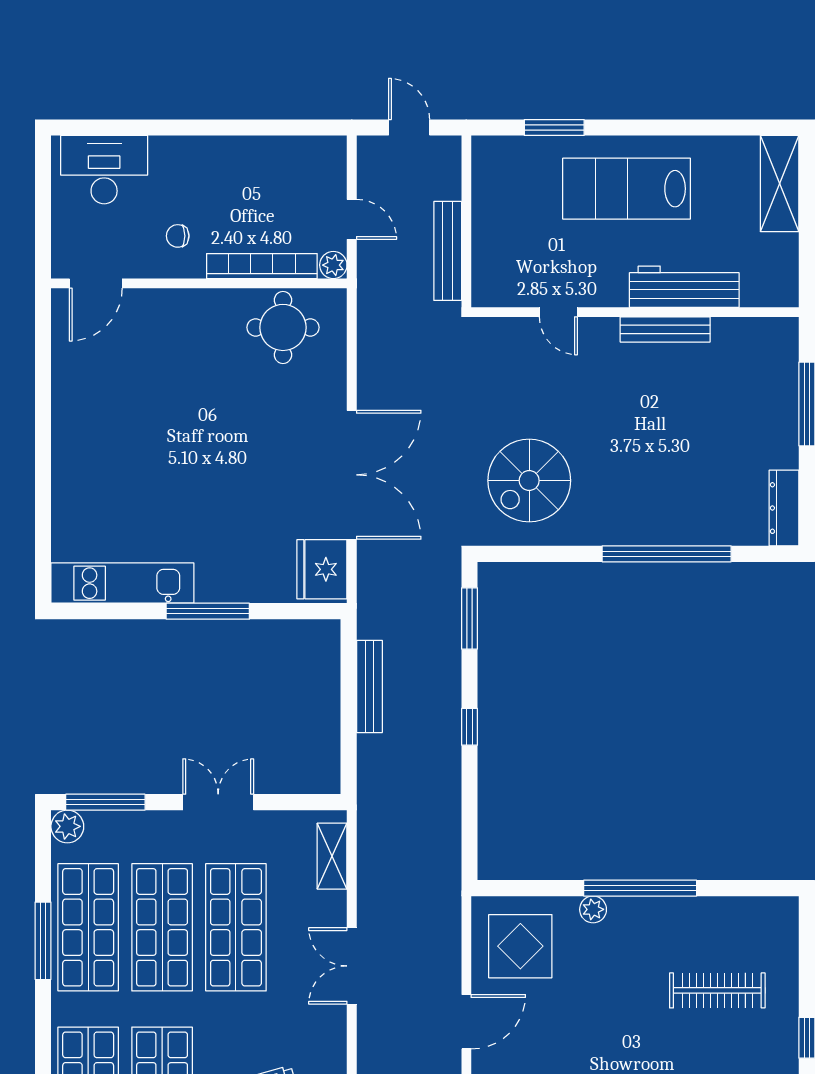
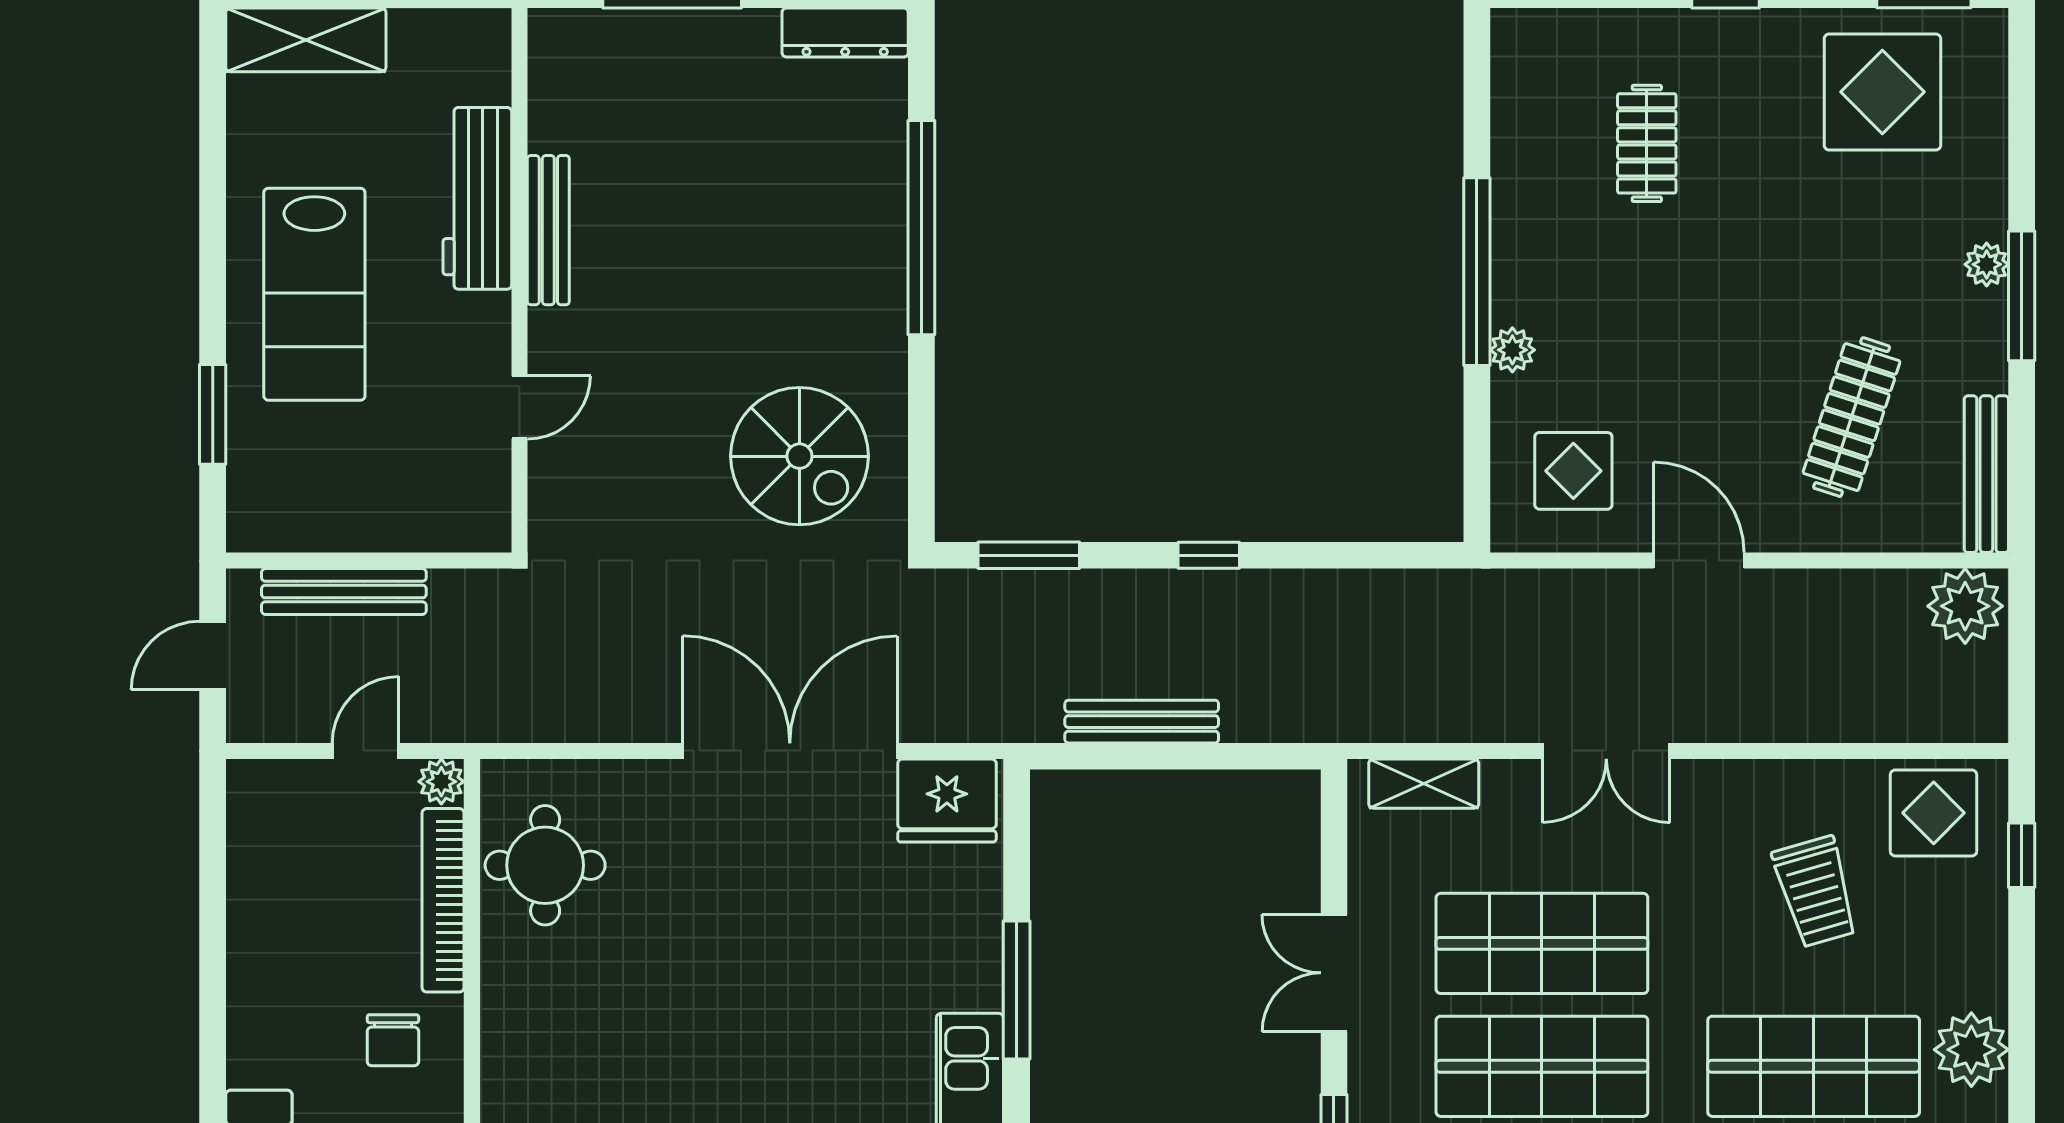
chair: (178, 236) -> (393, 1040), width x1.37, depth x1.37
bench: (448, 251) -> (344, 592), moved
display table: (520, 946) -> (1573, 471), width x0.73, depth x0.73
clothes rail: (717, 990) -> (1647, 143), width x0.73

